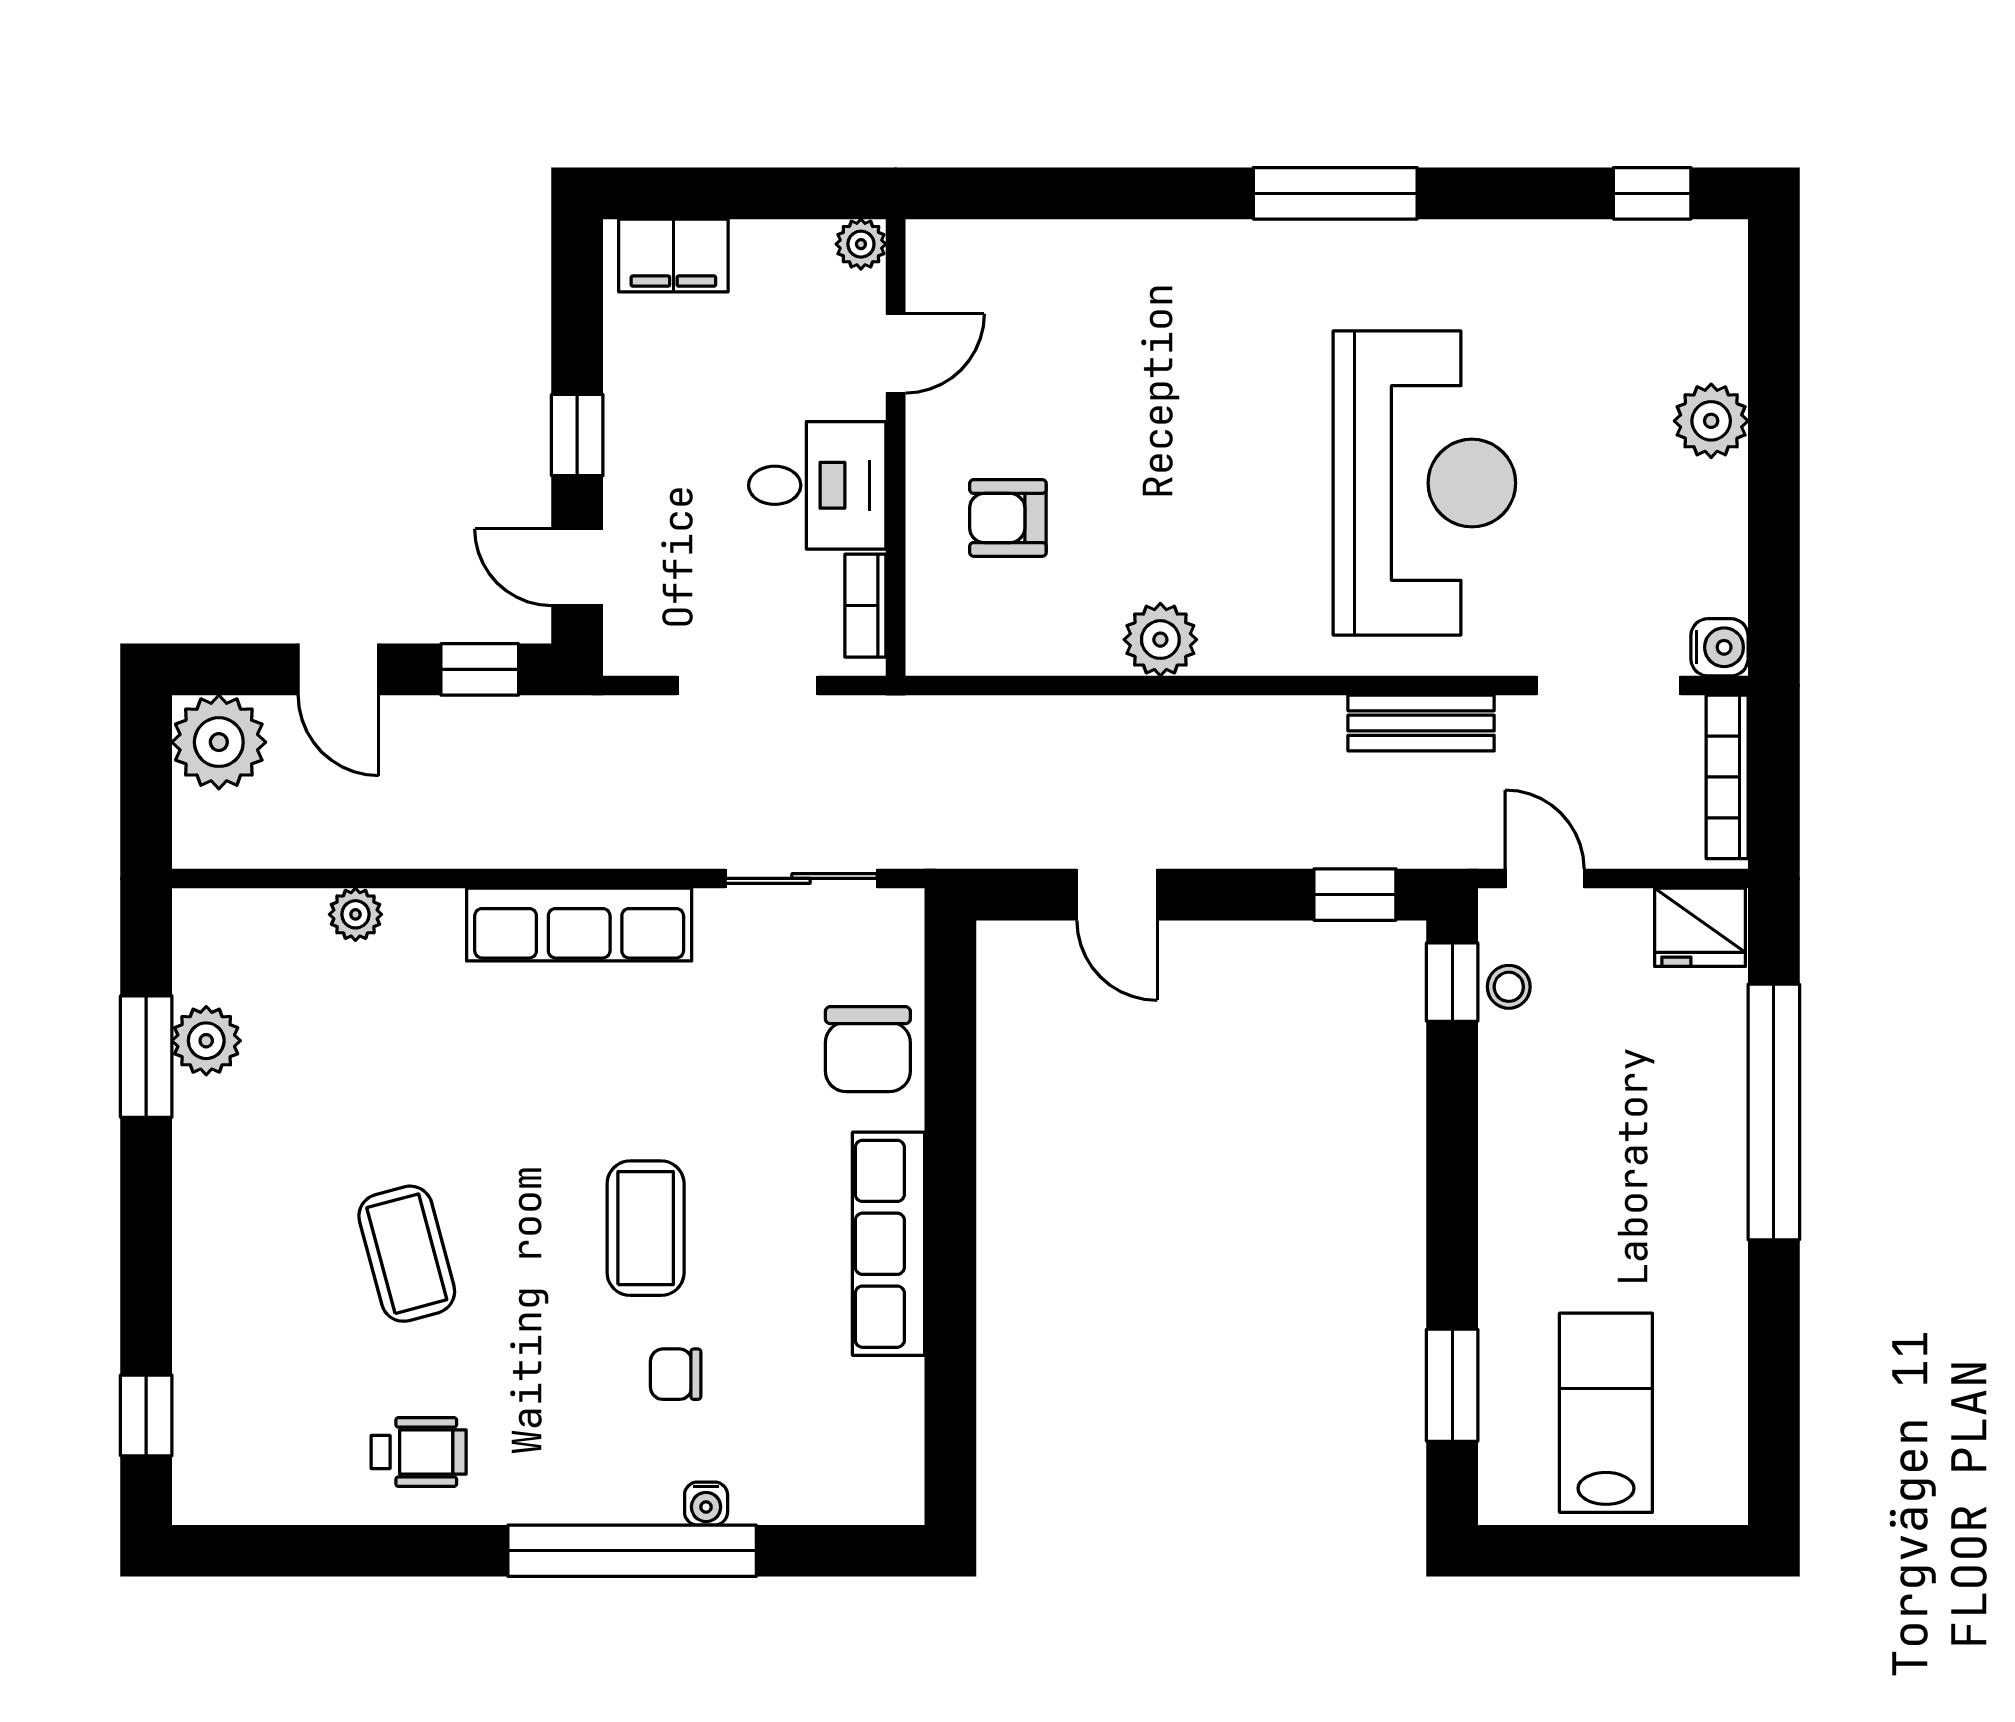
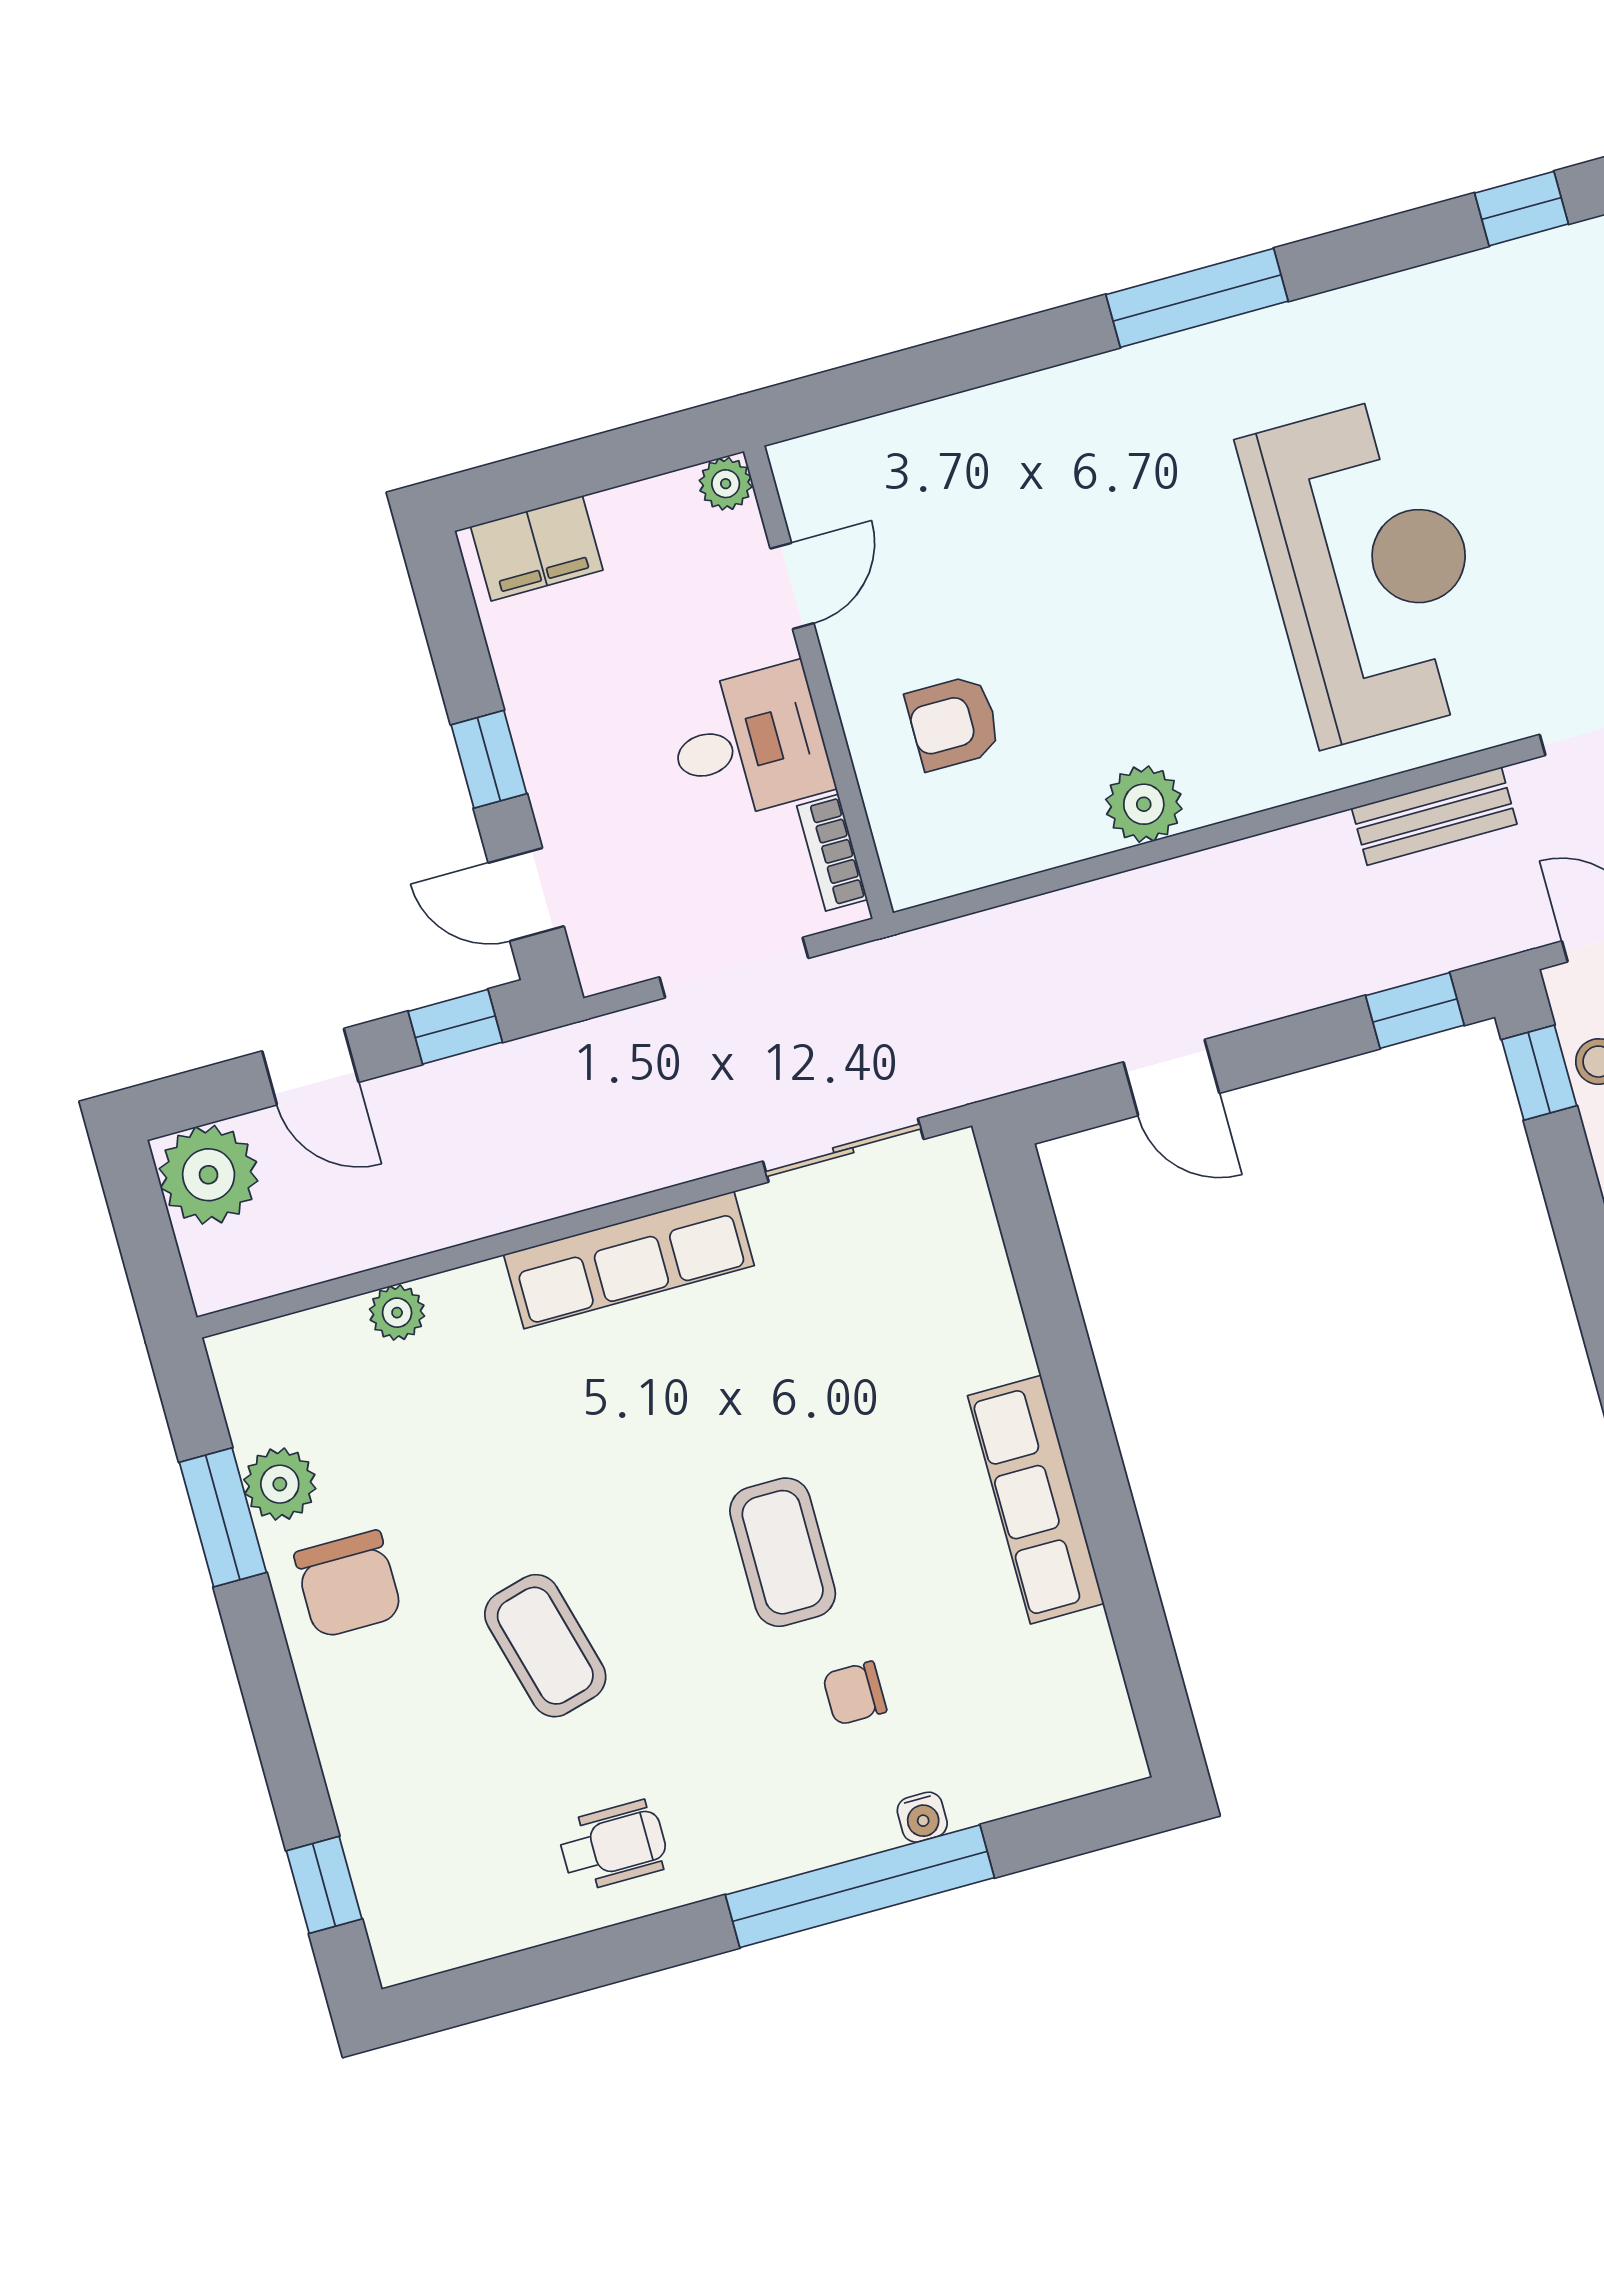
chair: (868, 1049) -> (348, 1584), moved

